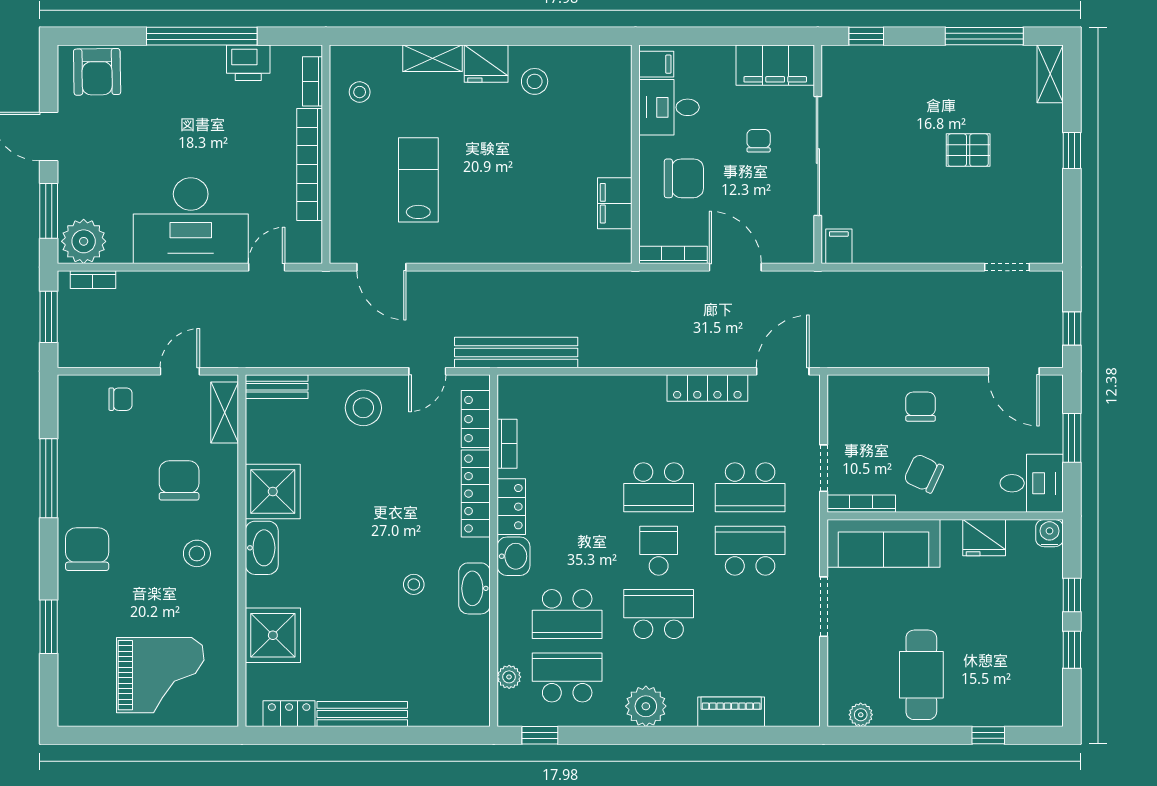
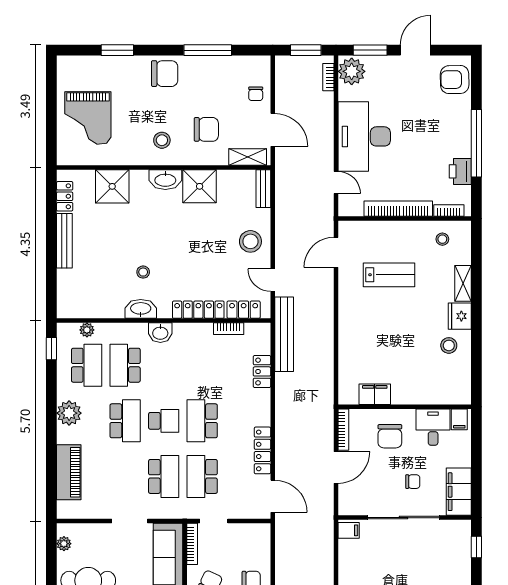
door: (180, 371) -> (273, 130), width x1.38
locker: (511, 507) -> (262, 371), moved, turned 90
piano: (731, 712) -> (69, 472), width x1.37, depth x1.33

